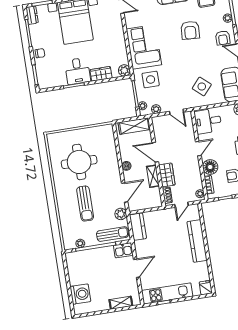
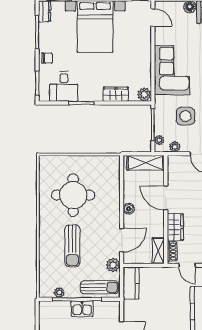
desk: (78, 71) -> (64, 86), moved
side table: (151, 79) -> (186, 116), moved
shelving: (153, 176) -> (158, 251), moved
door: (181, 205) -> (187, 265), hinge flipped
kitchen sink: (123, 250) -> (82, 309), moved

